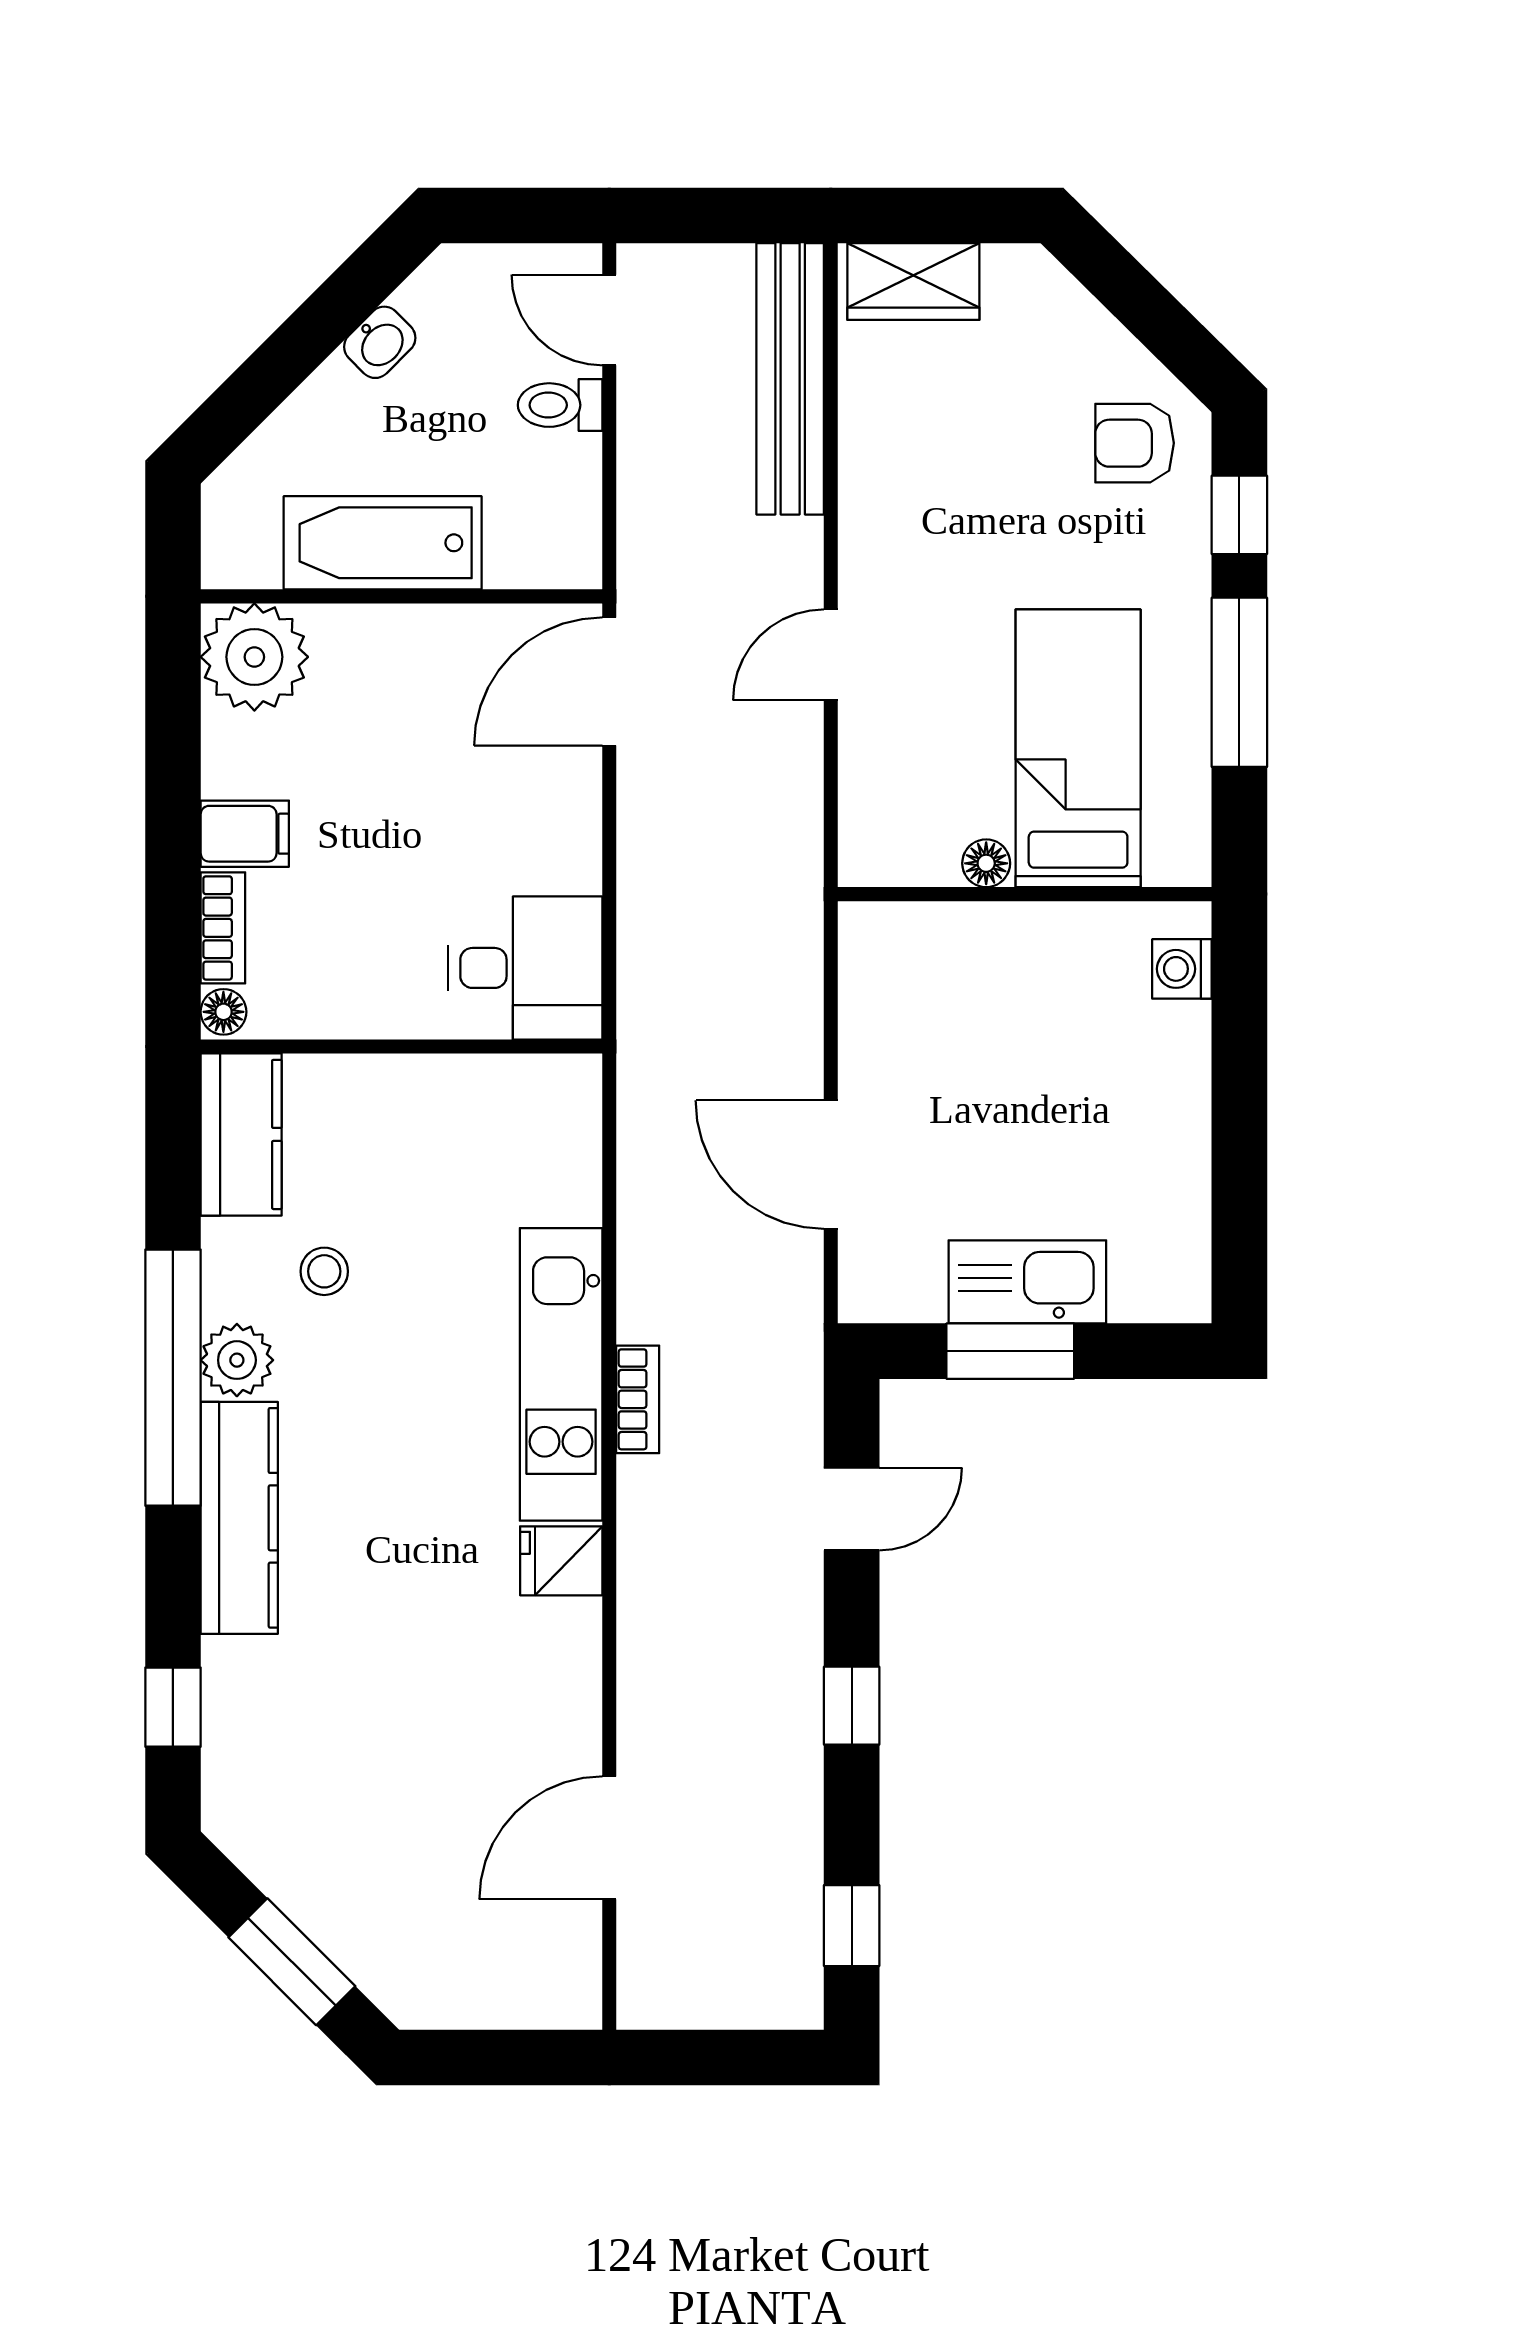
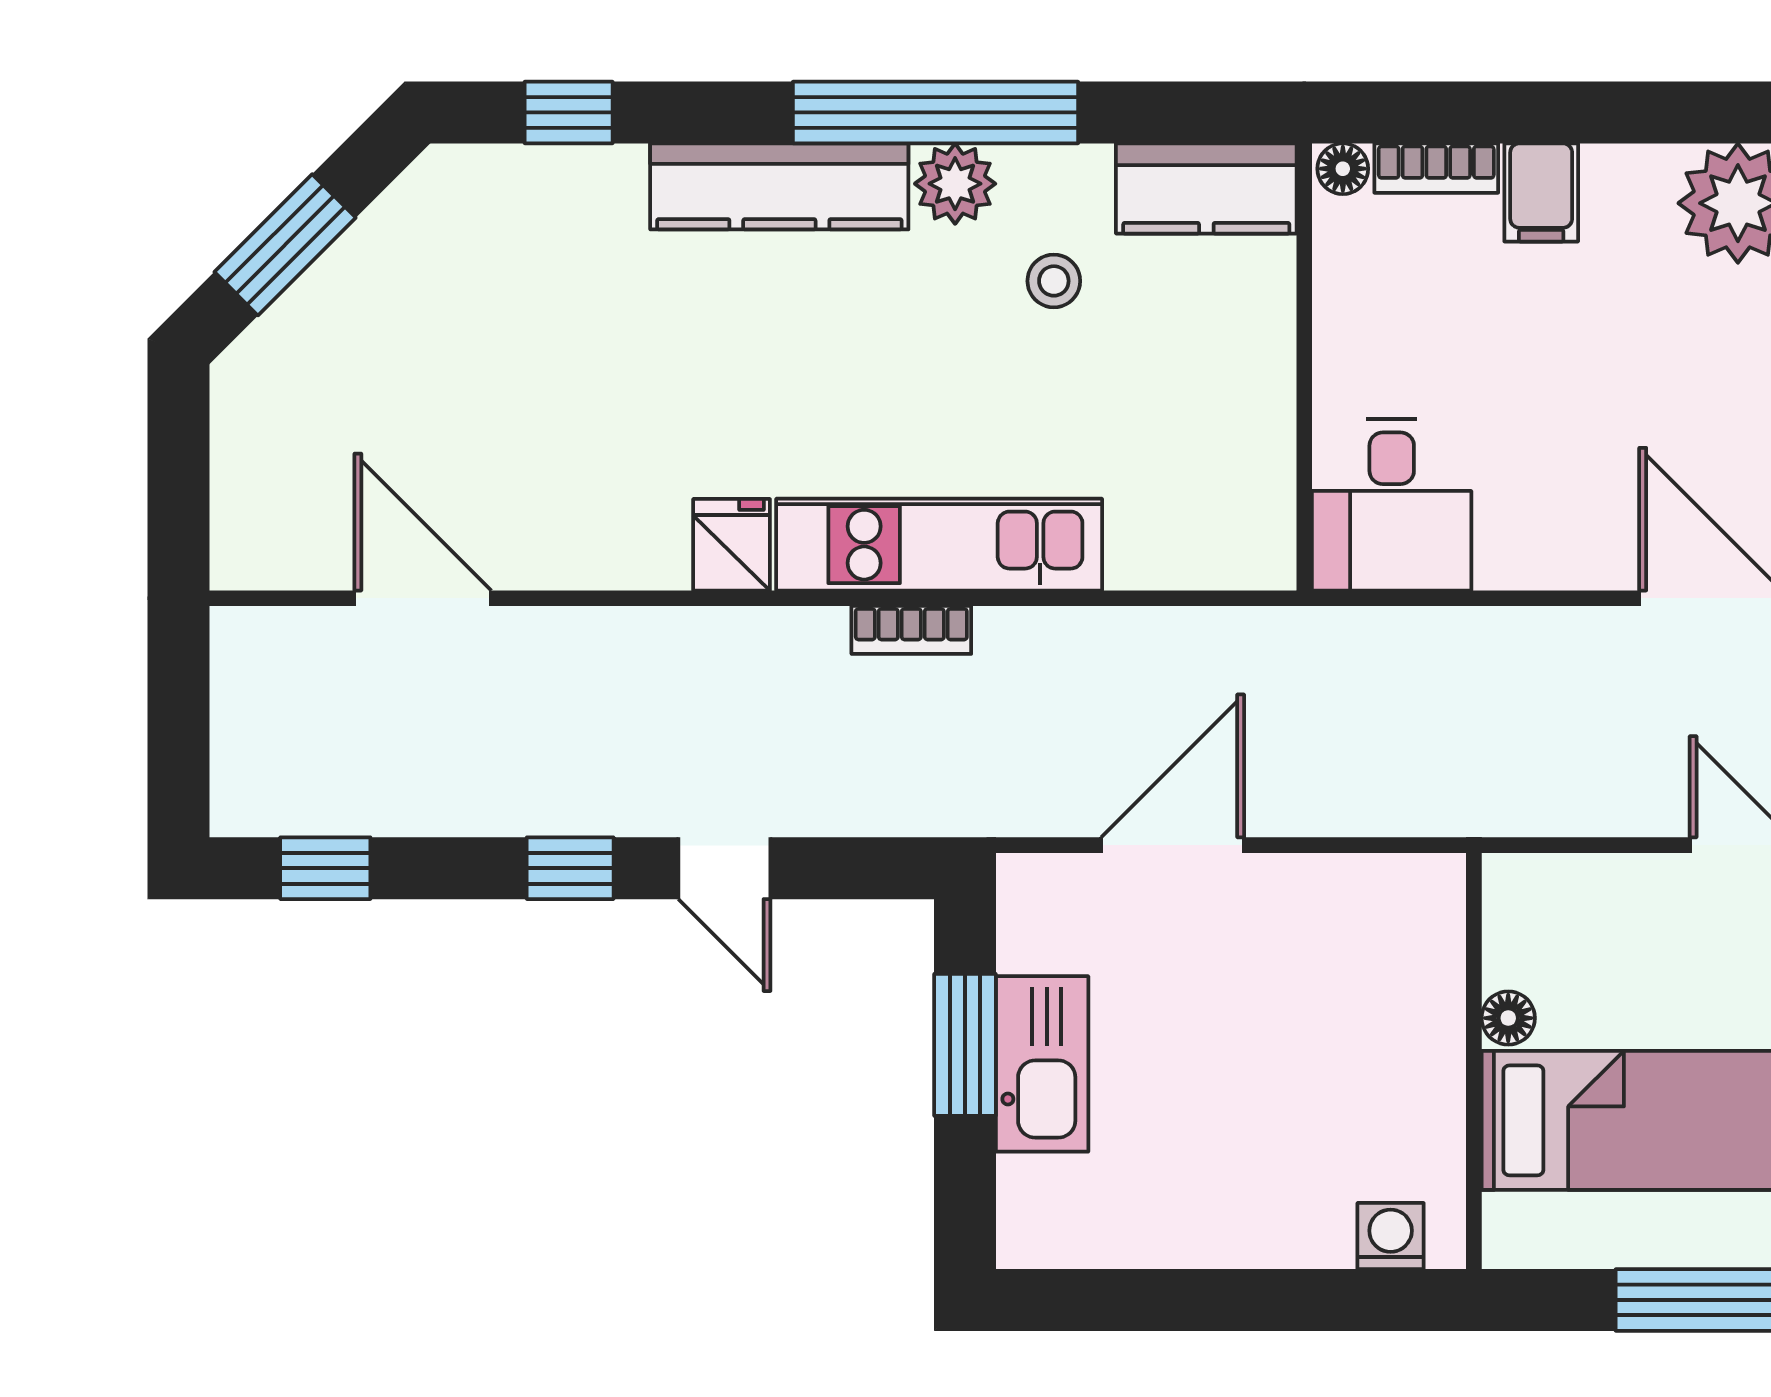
door: (852, 1509) -> (724, 868), moved

